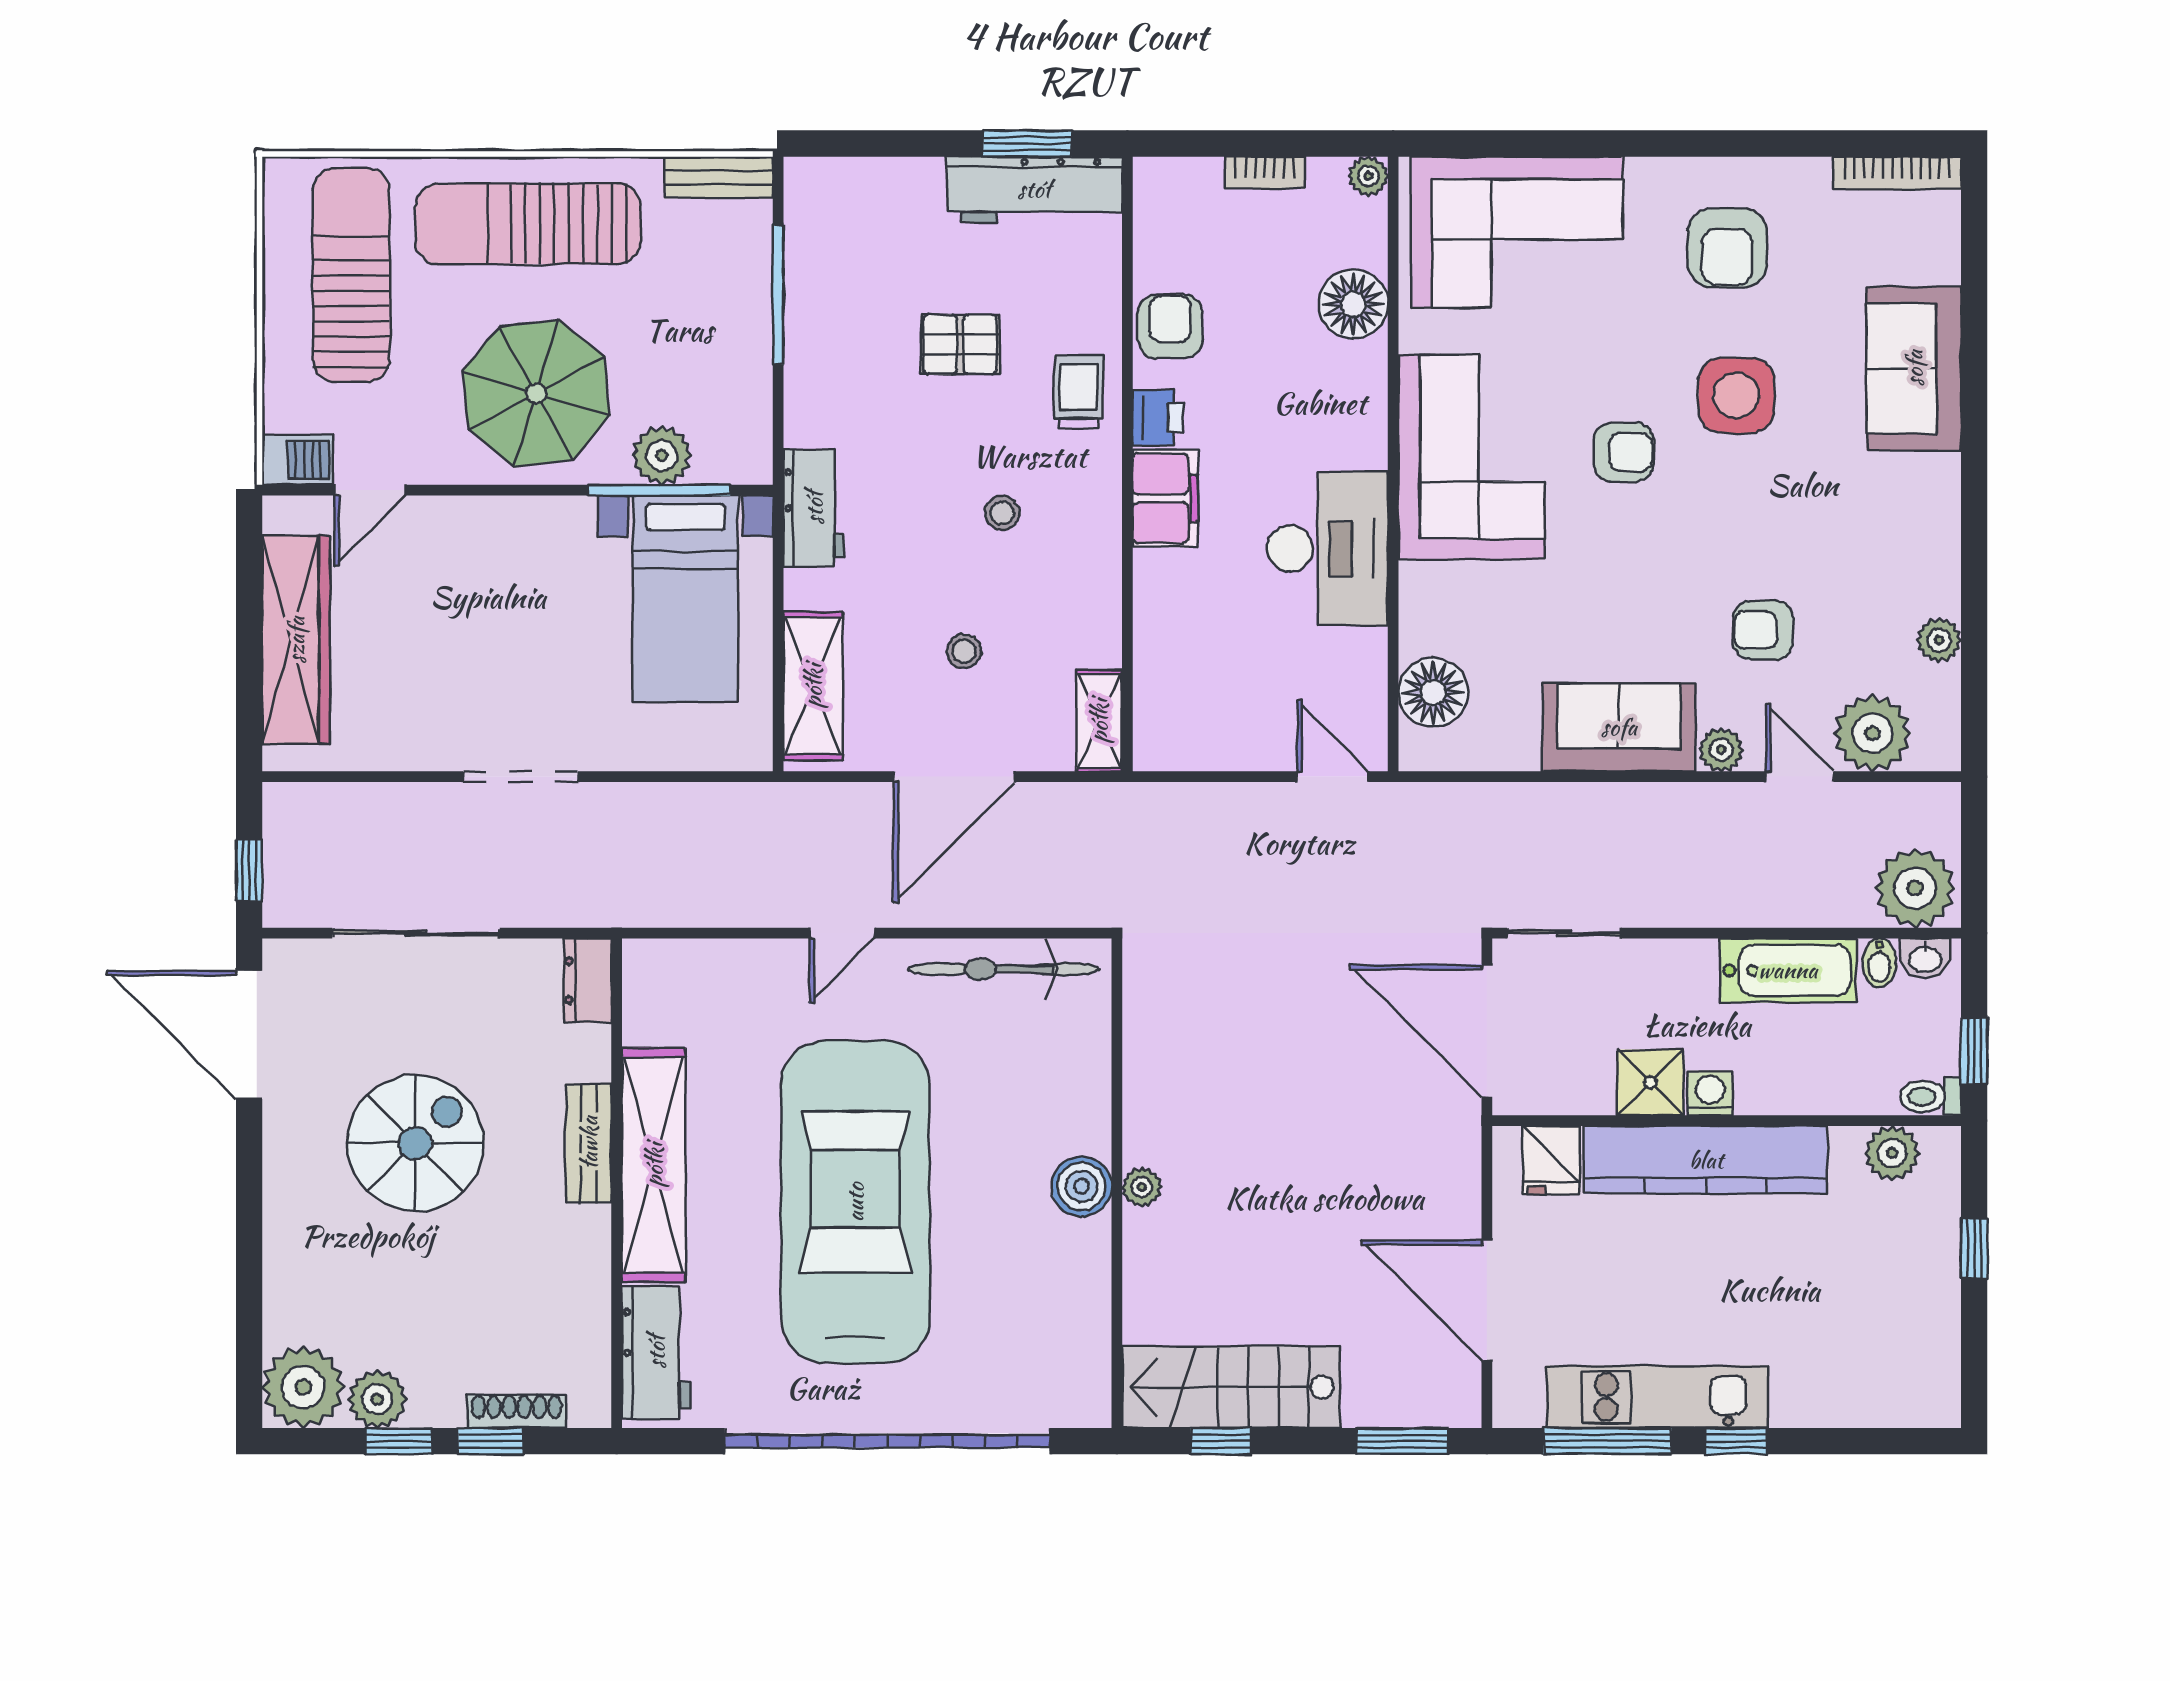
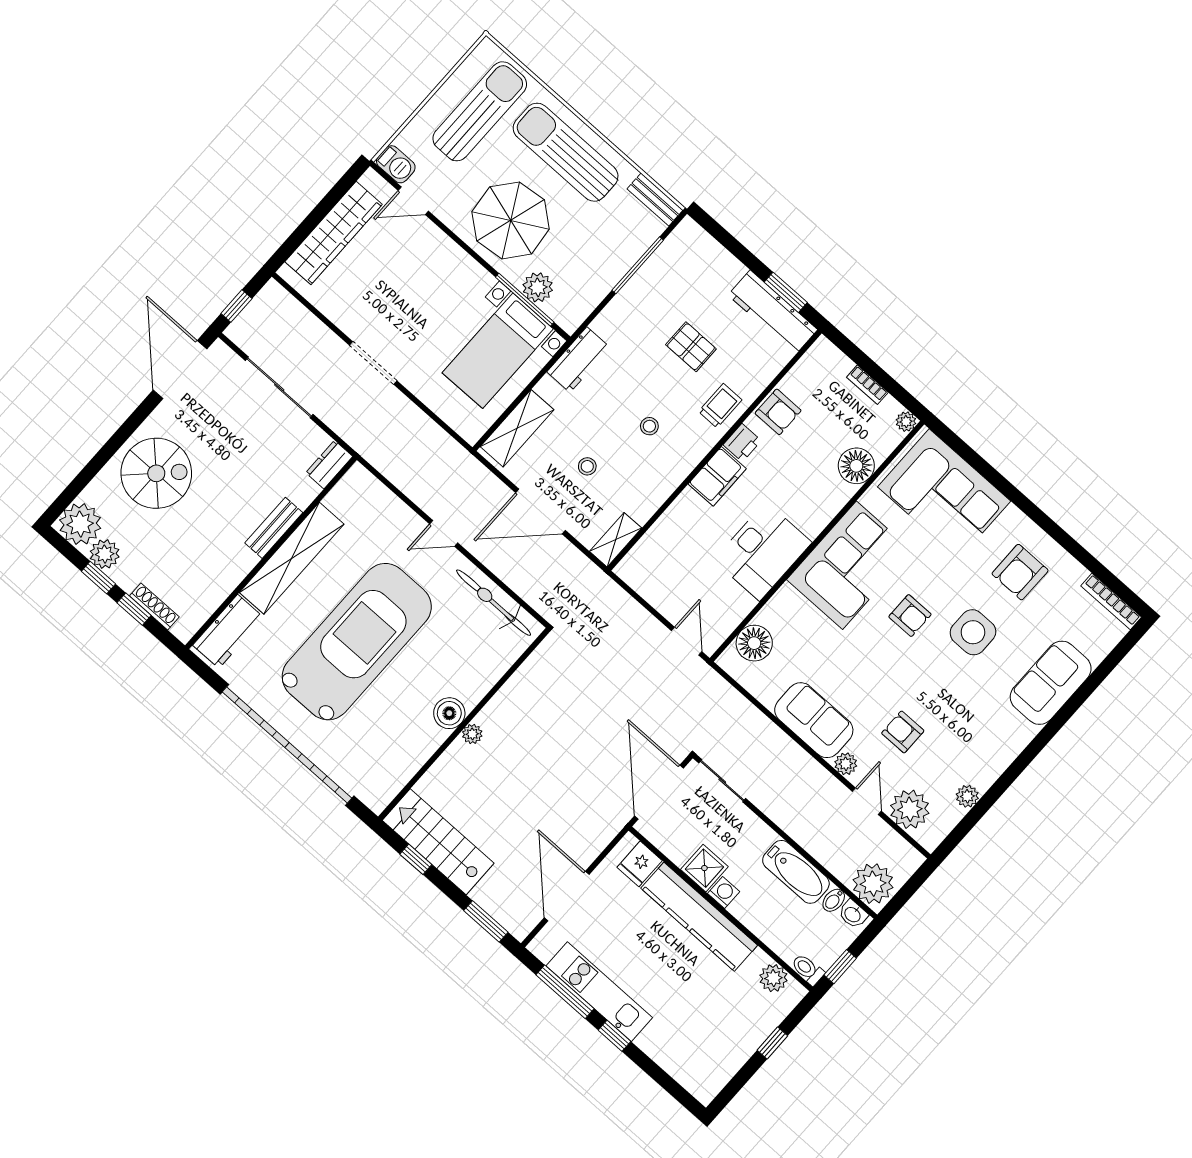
armchair: (1170, 327) -> (778, 412), turned 90
spiral stairs: (415, 1143) -> (156, 473), moved

